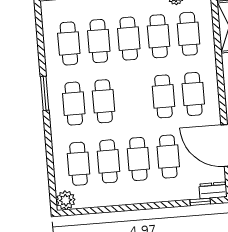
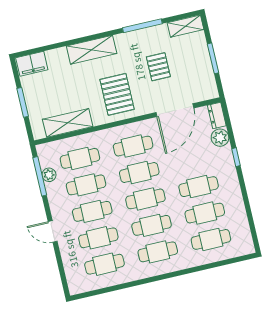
window: (45, 93) -> (152, 279), removed
cafe table: (168, 157) -> (145, 199), moved
plant: (66, 200) -> (220, 138), moved
window: (200, 202) -> (236, 157), moved

